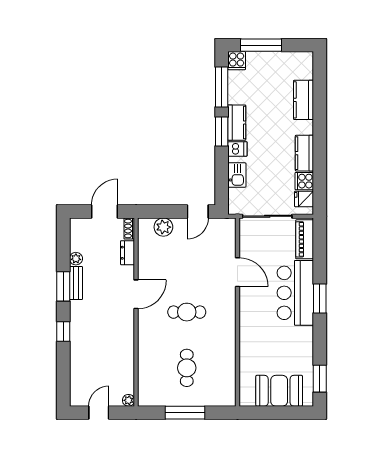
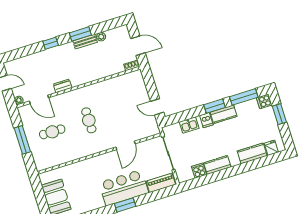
window: (261, 45) -> (279, 114), width x0.69
fridge: (304, 199) -> (271, 148), moved
plant: (163, 227) -> (140, 88), removed
dresser: (128, 253) -> (63, 86), moved
door: (136, 294) -> (39, 99), moved

